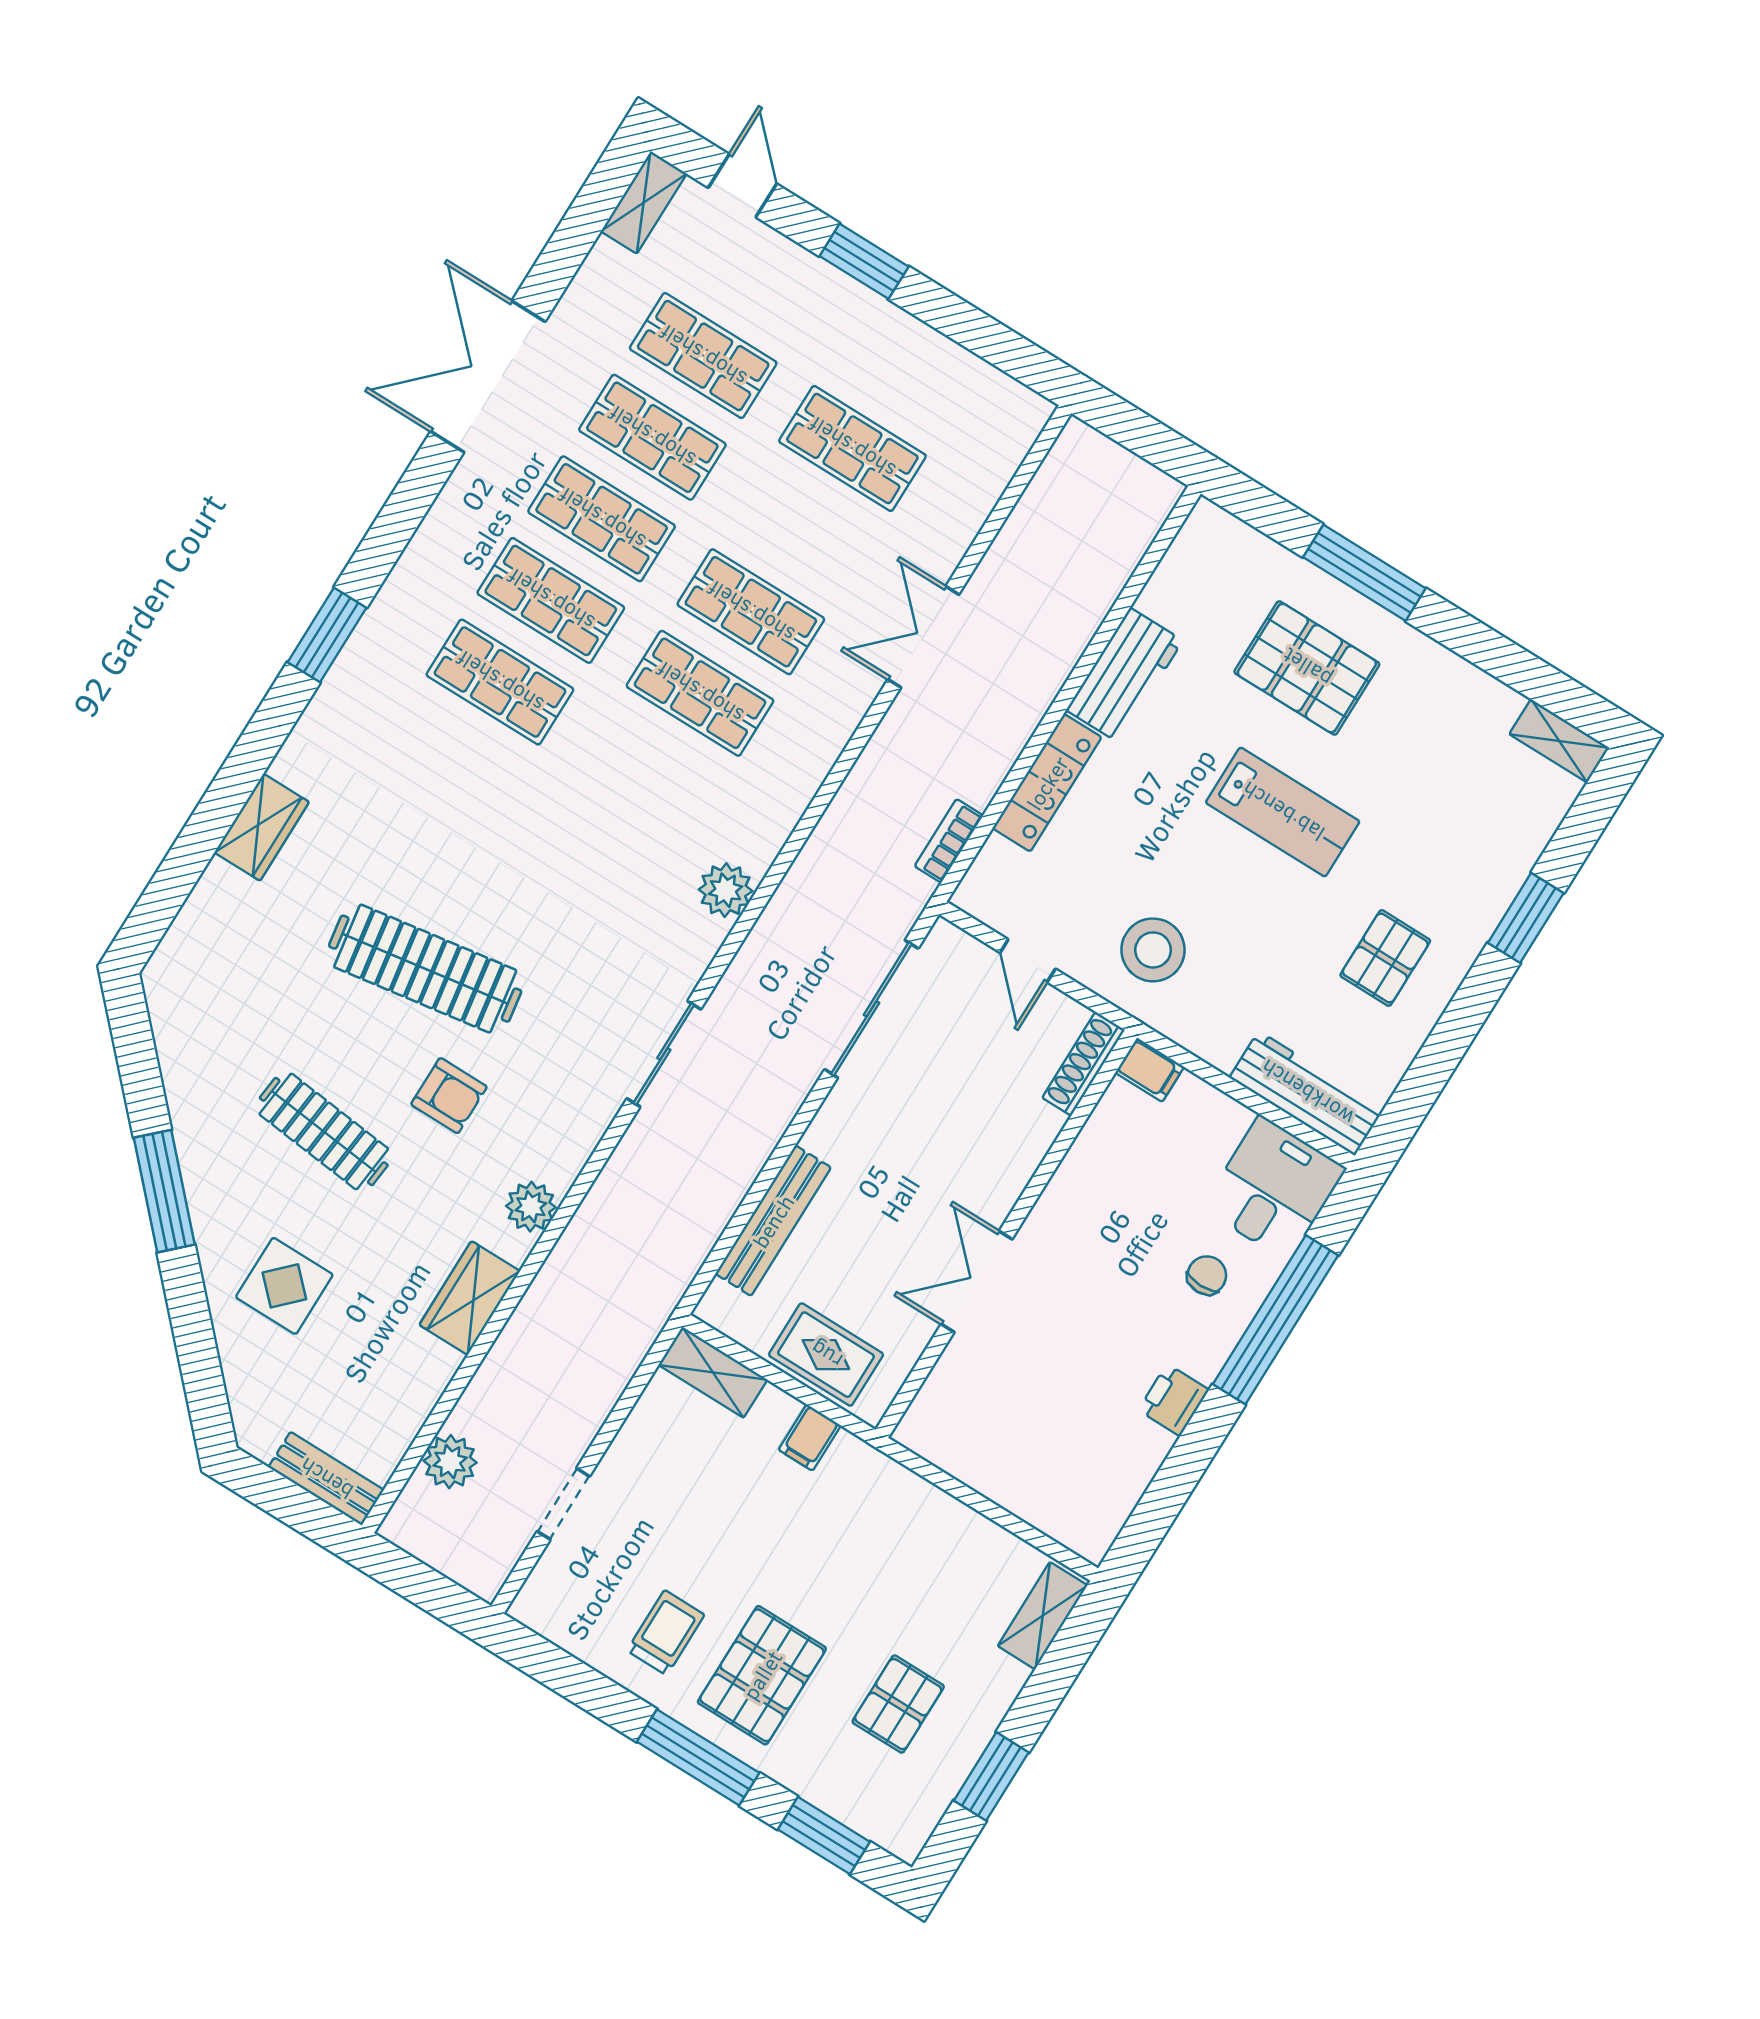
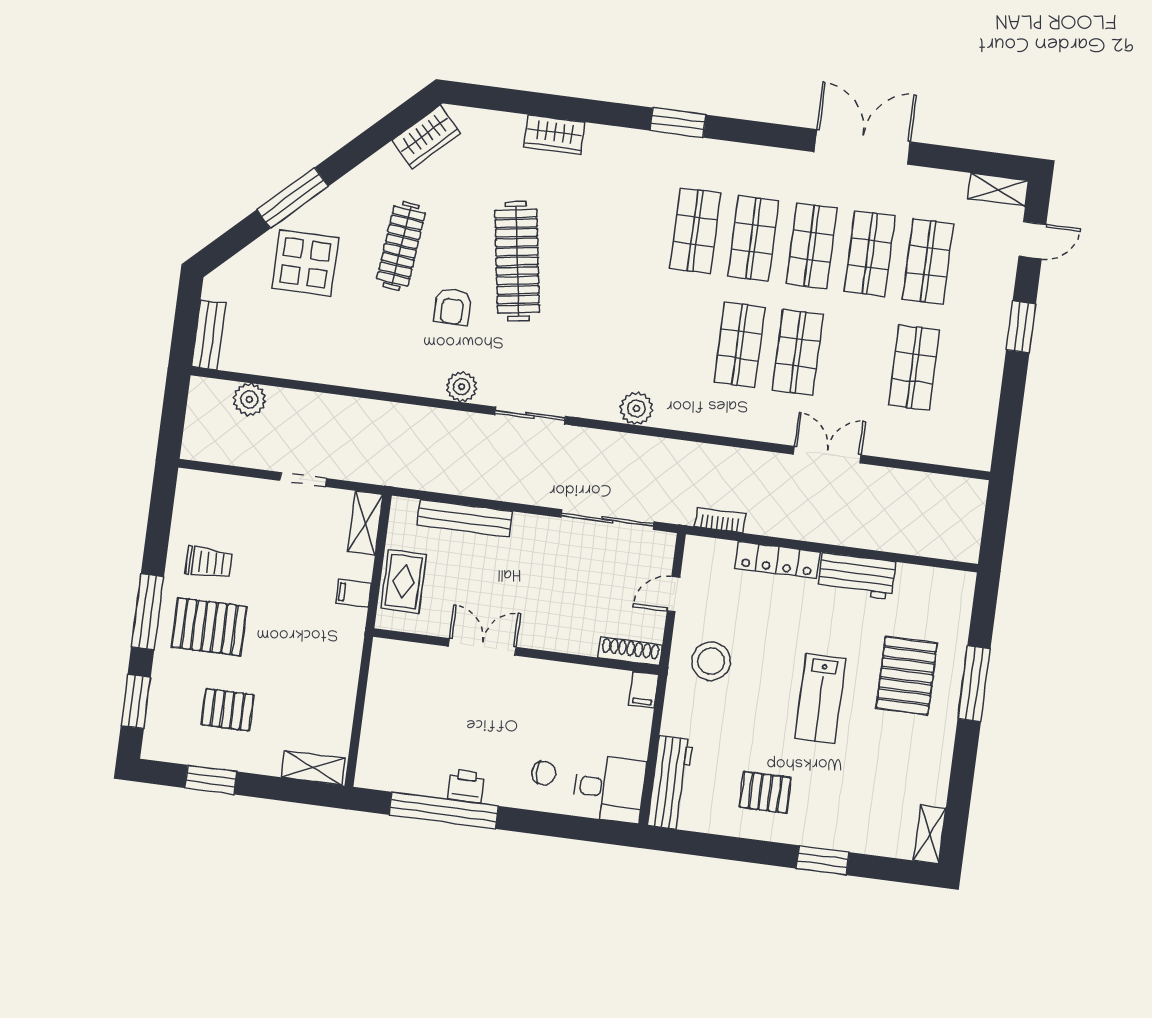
window: (164, 1191) -> (293, 198), moved
plant: (531, 1207) -> (462, 387), moved
display table: (284, 1286) -> (305, 263), width x1.36, depth x1.36
wardrobe: (470, 1298) -> (426, 137), moved, turned 136
window: (1276, 1320) -> (444, 810), moved
doorway: (563, 1504) -> (303, 479), moved

